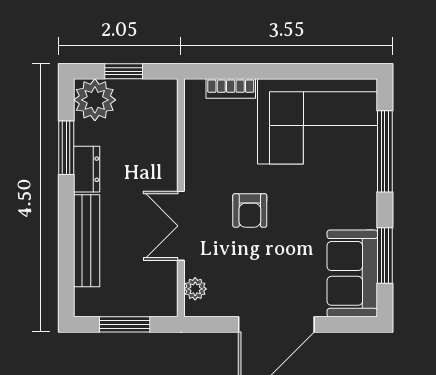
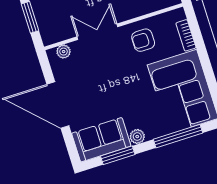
armchair: (250, 210) -> (143, 40), moved
plant: (365, 215) -> (137, 137), added

